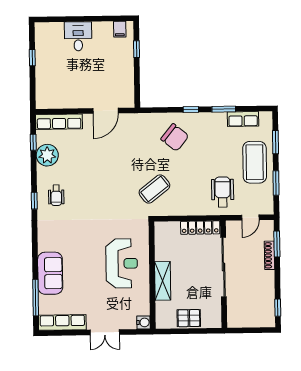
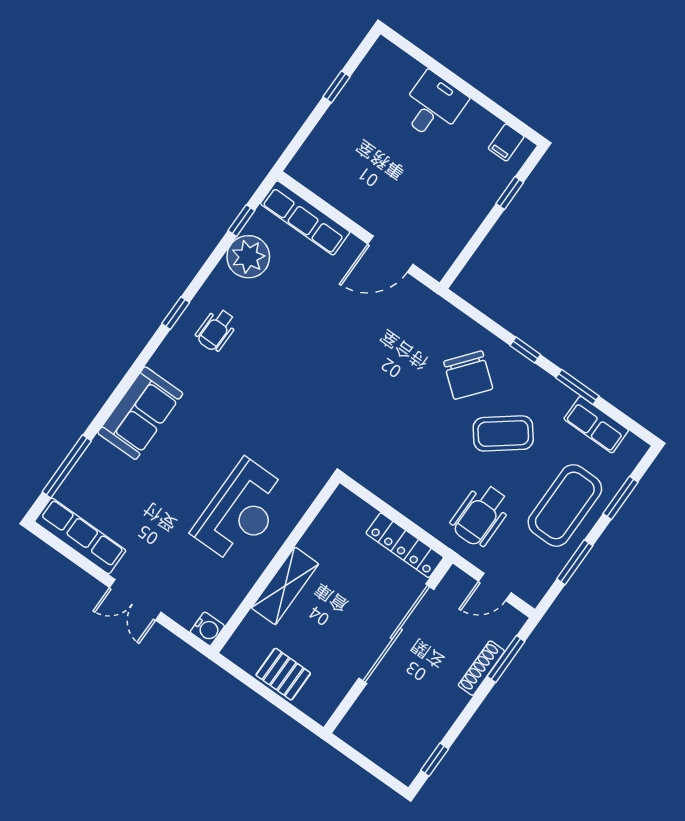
coffee table: (154, 189) -> (503, 433), moved
wheelchair: (223, 192) -> (481, 515), turned 180
sofa: (50, 273) -> (140, 413), moved

